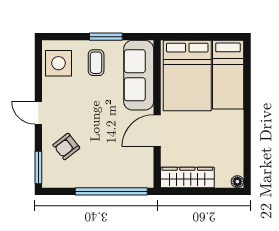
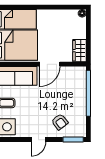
door: (157, 131) -> (50, 64), hinge flipped
wardrobe: (187, 177) -> (79, 51), width x0.67

